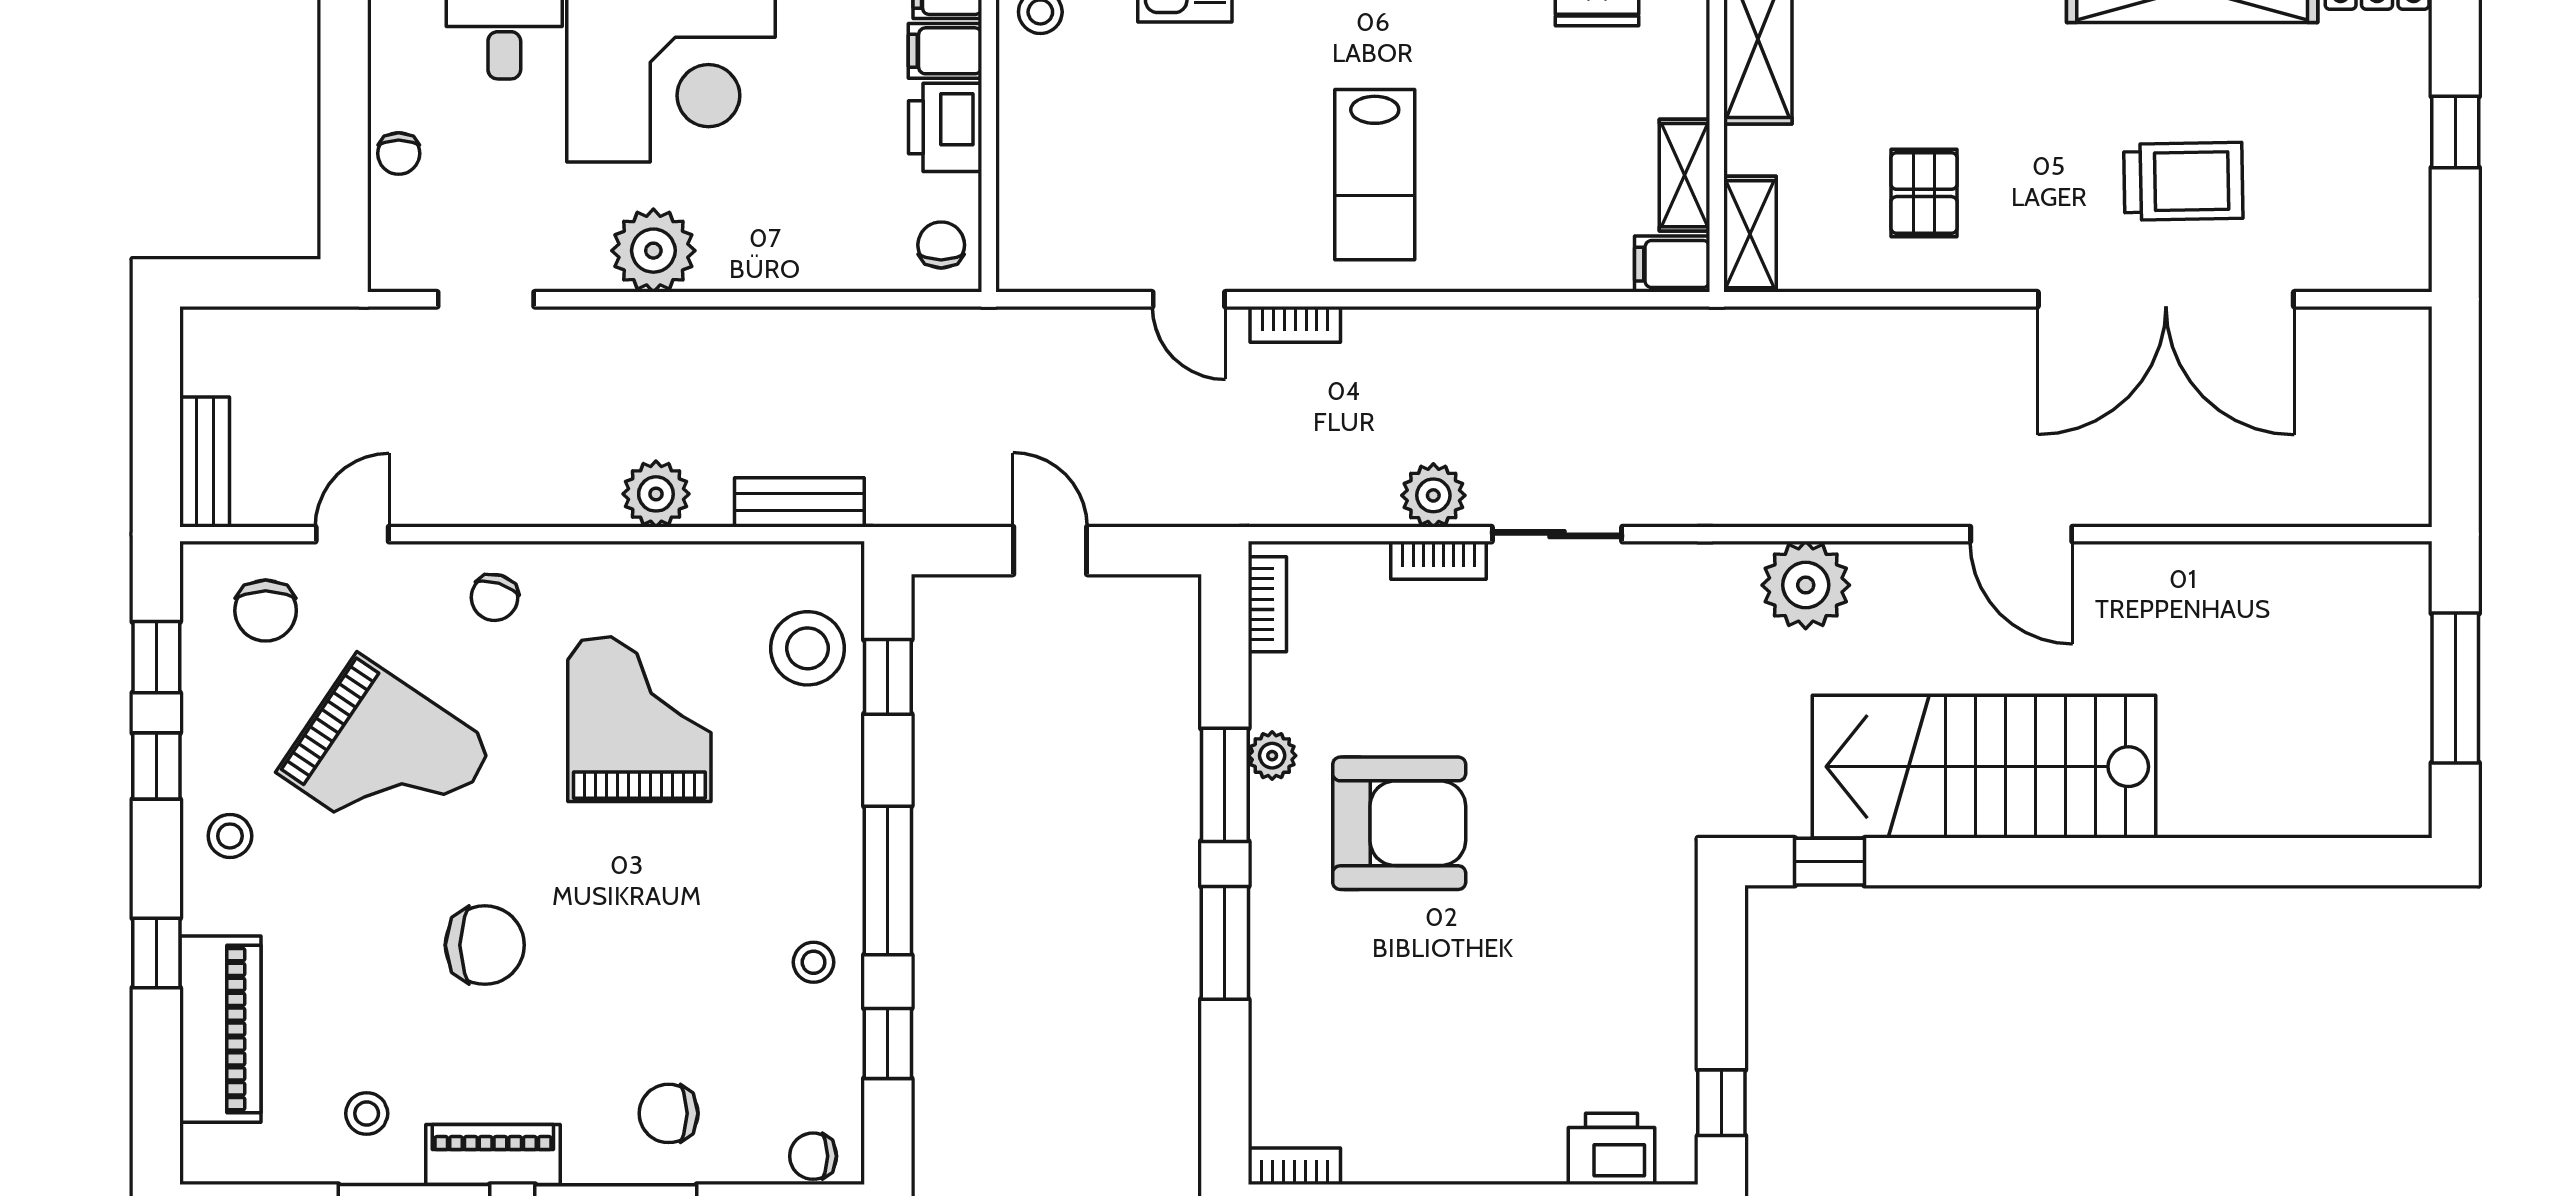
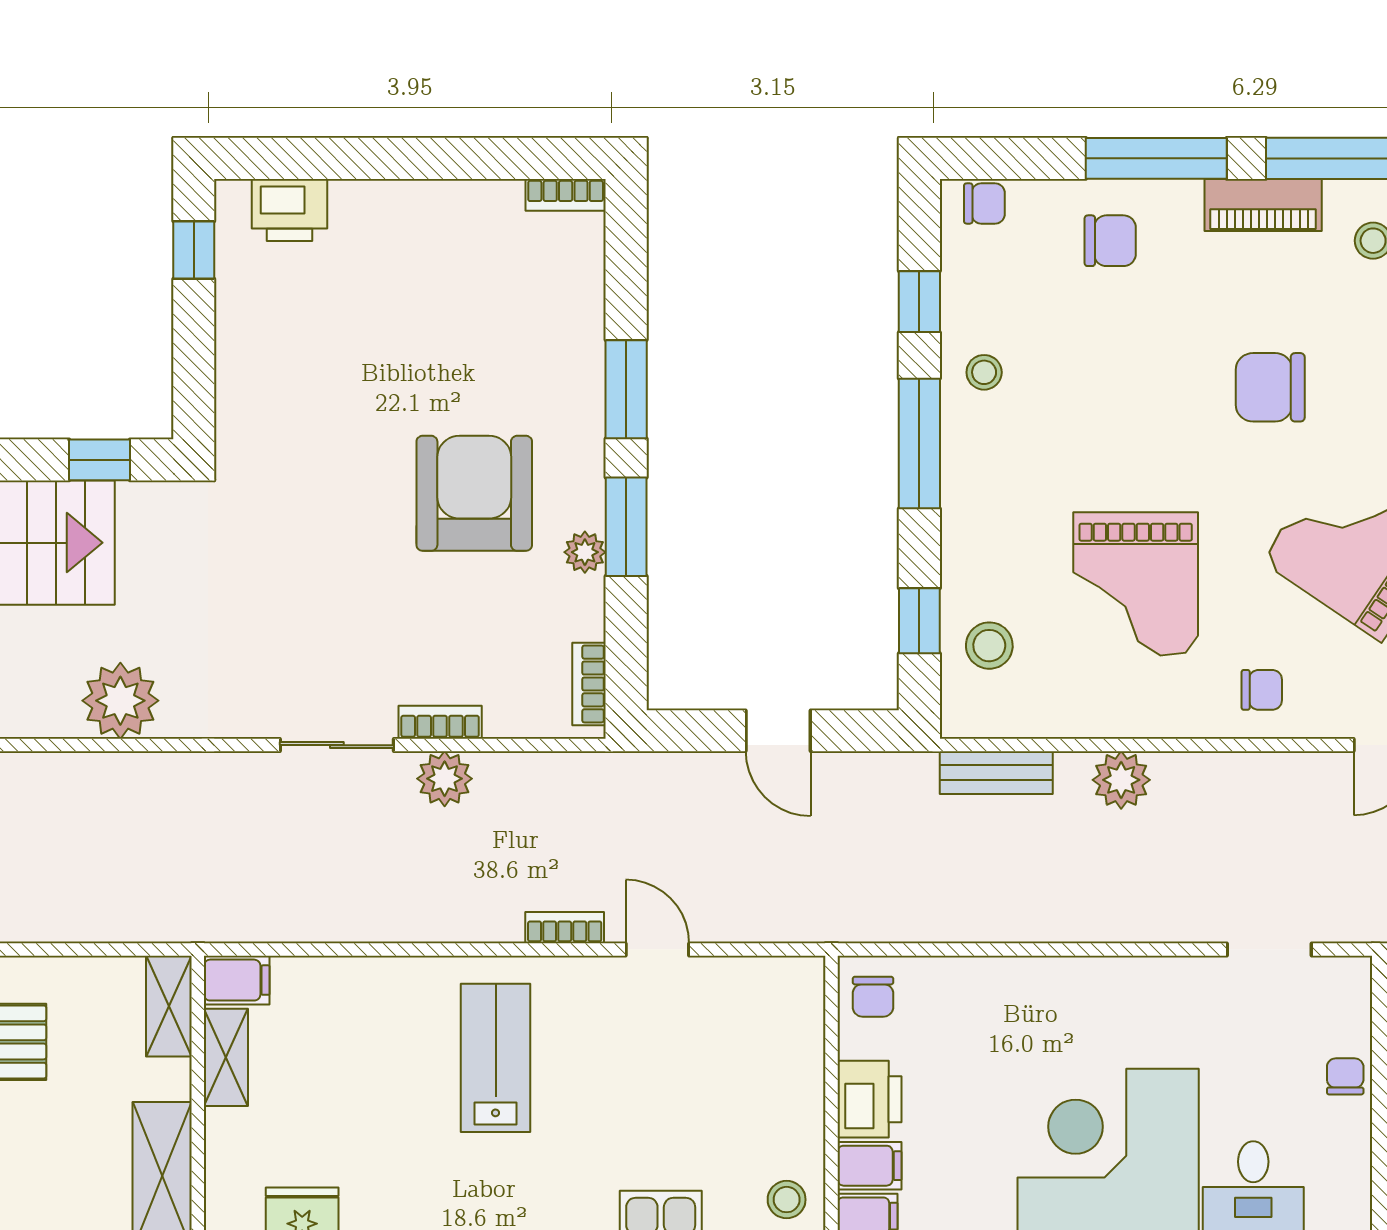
plant: (653, 251) -> (1123, 992), removed
chair: (495, 597) -> (1262, 690), turned 73
stool: (808, 648) -> (989, 646), width x0.73, depth x0.73
armchair: (1399, 823) -> (474, 493), turned 90

